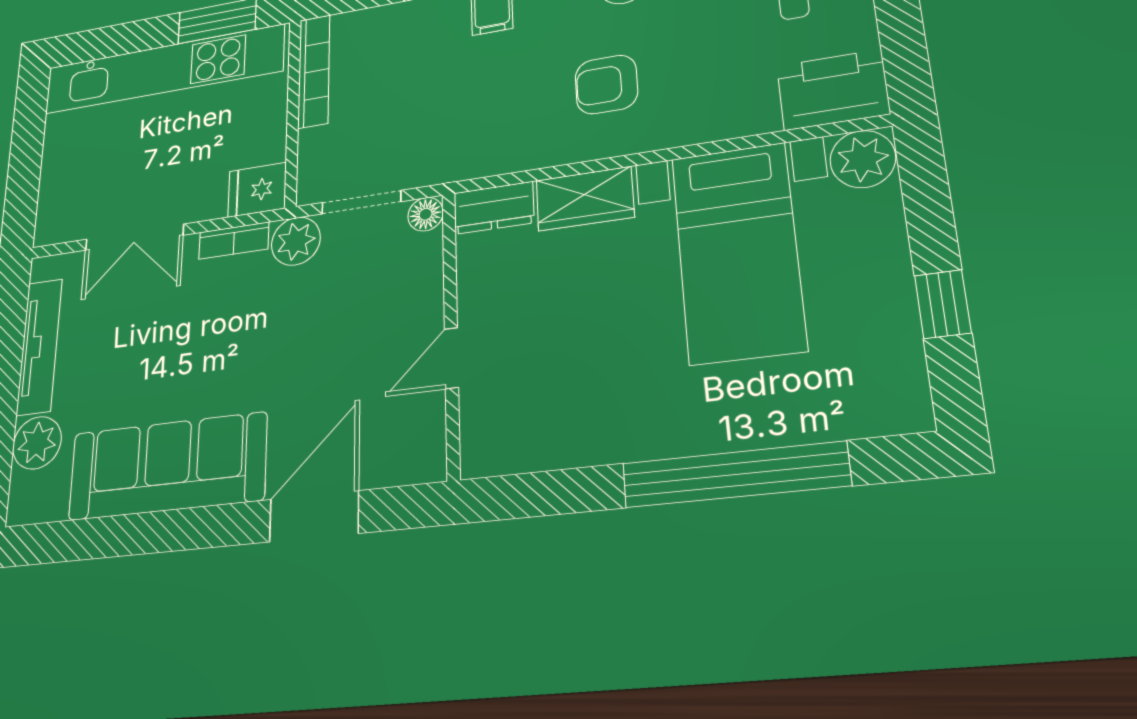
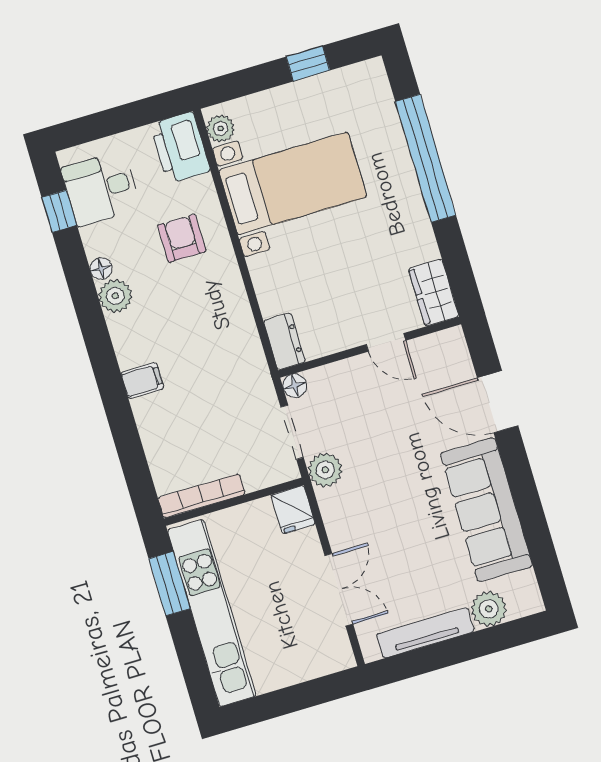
armchair: (606, 85) -> (182, 238), moved, turned 180
plant: (863, 159) -> (221, 129), width x0.73, depth x0.73
wardrobe: (585, 199) -> (434, 293), moved, turned 180
bookcase: (234, 241) -> (331, 515), removed

